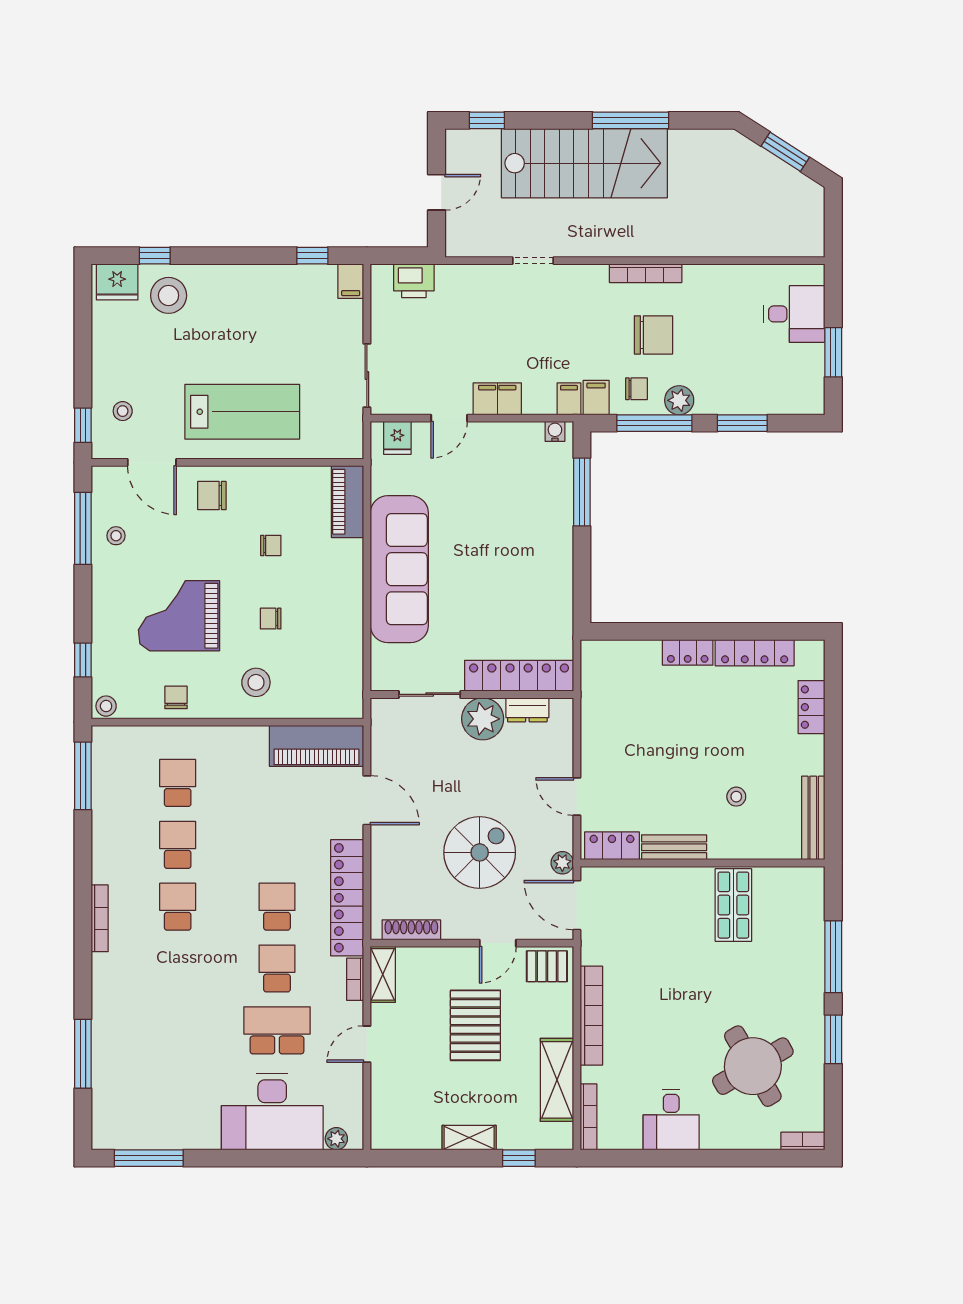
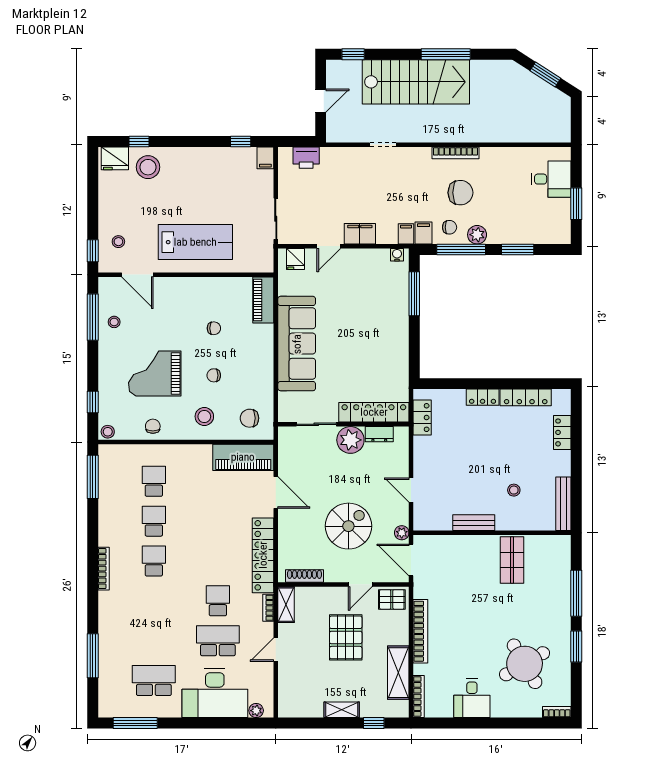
chair: (212, 496) -> (249, 418), moved
locker: (612, 846) -> (422, 418), moved, turned 90
school desk: (277, 907) -> (154, 681), moved, width x1.85

